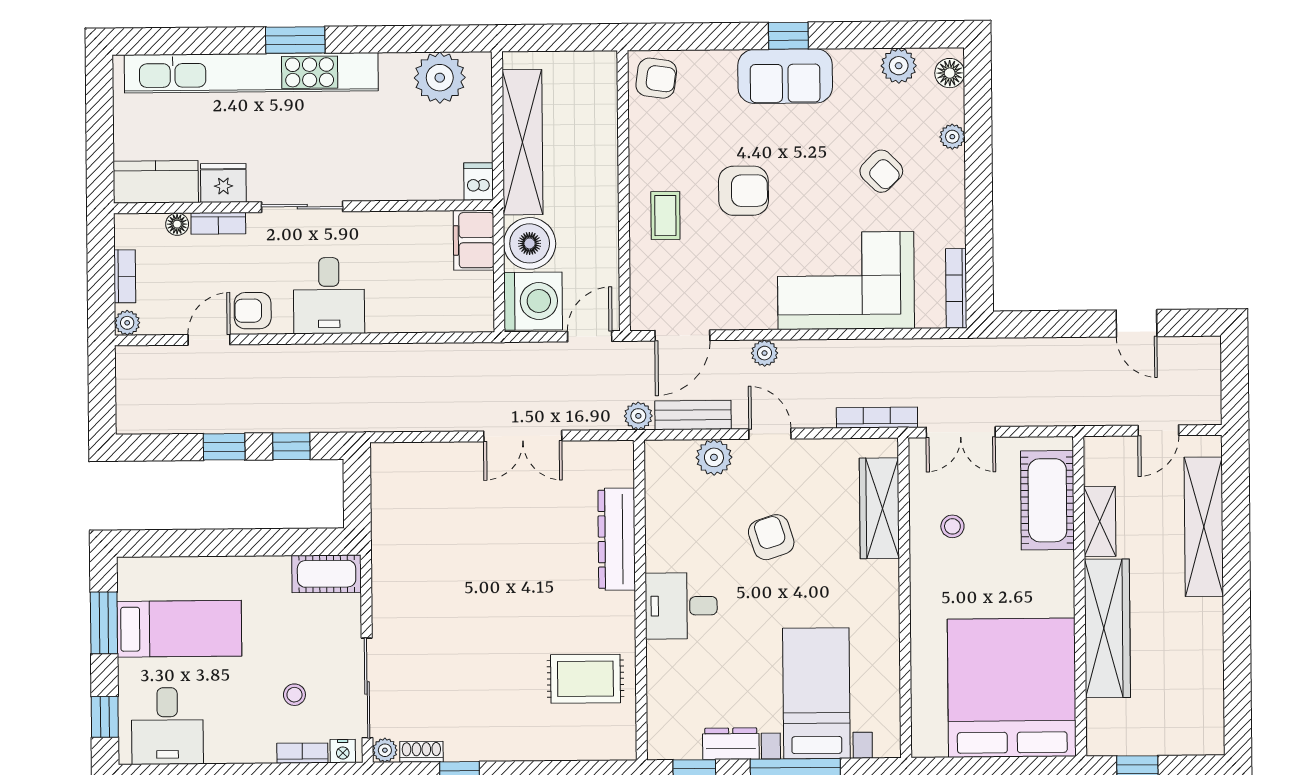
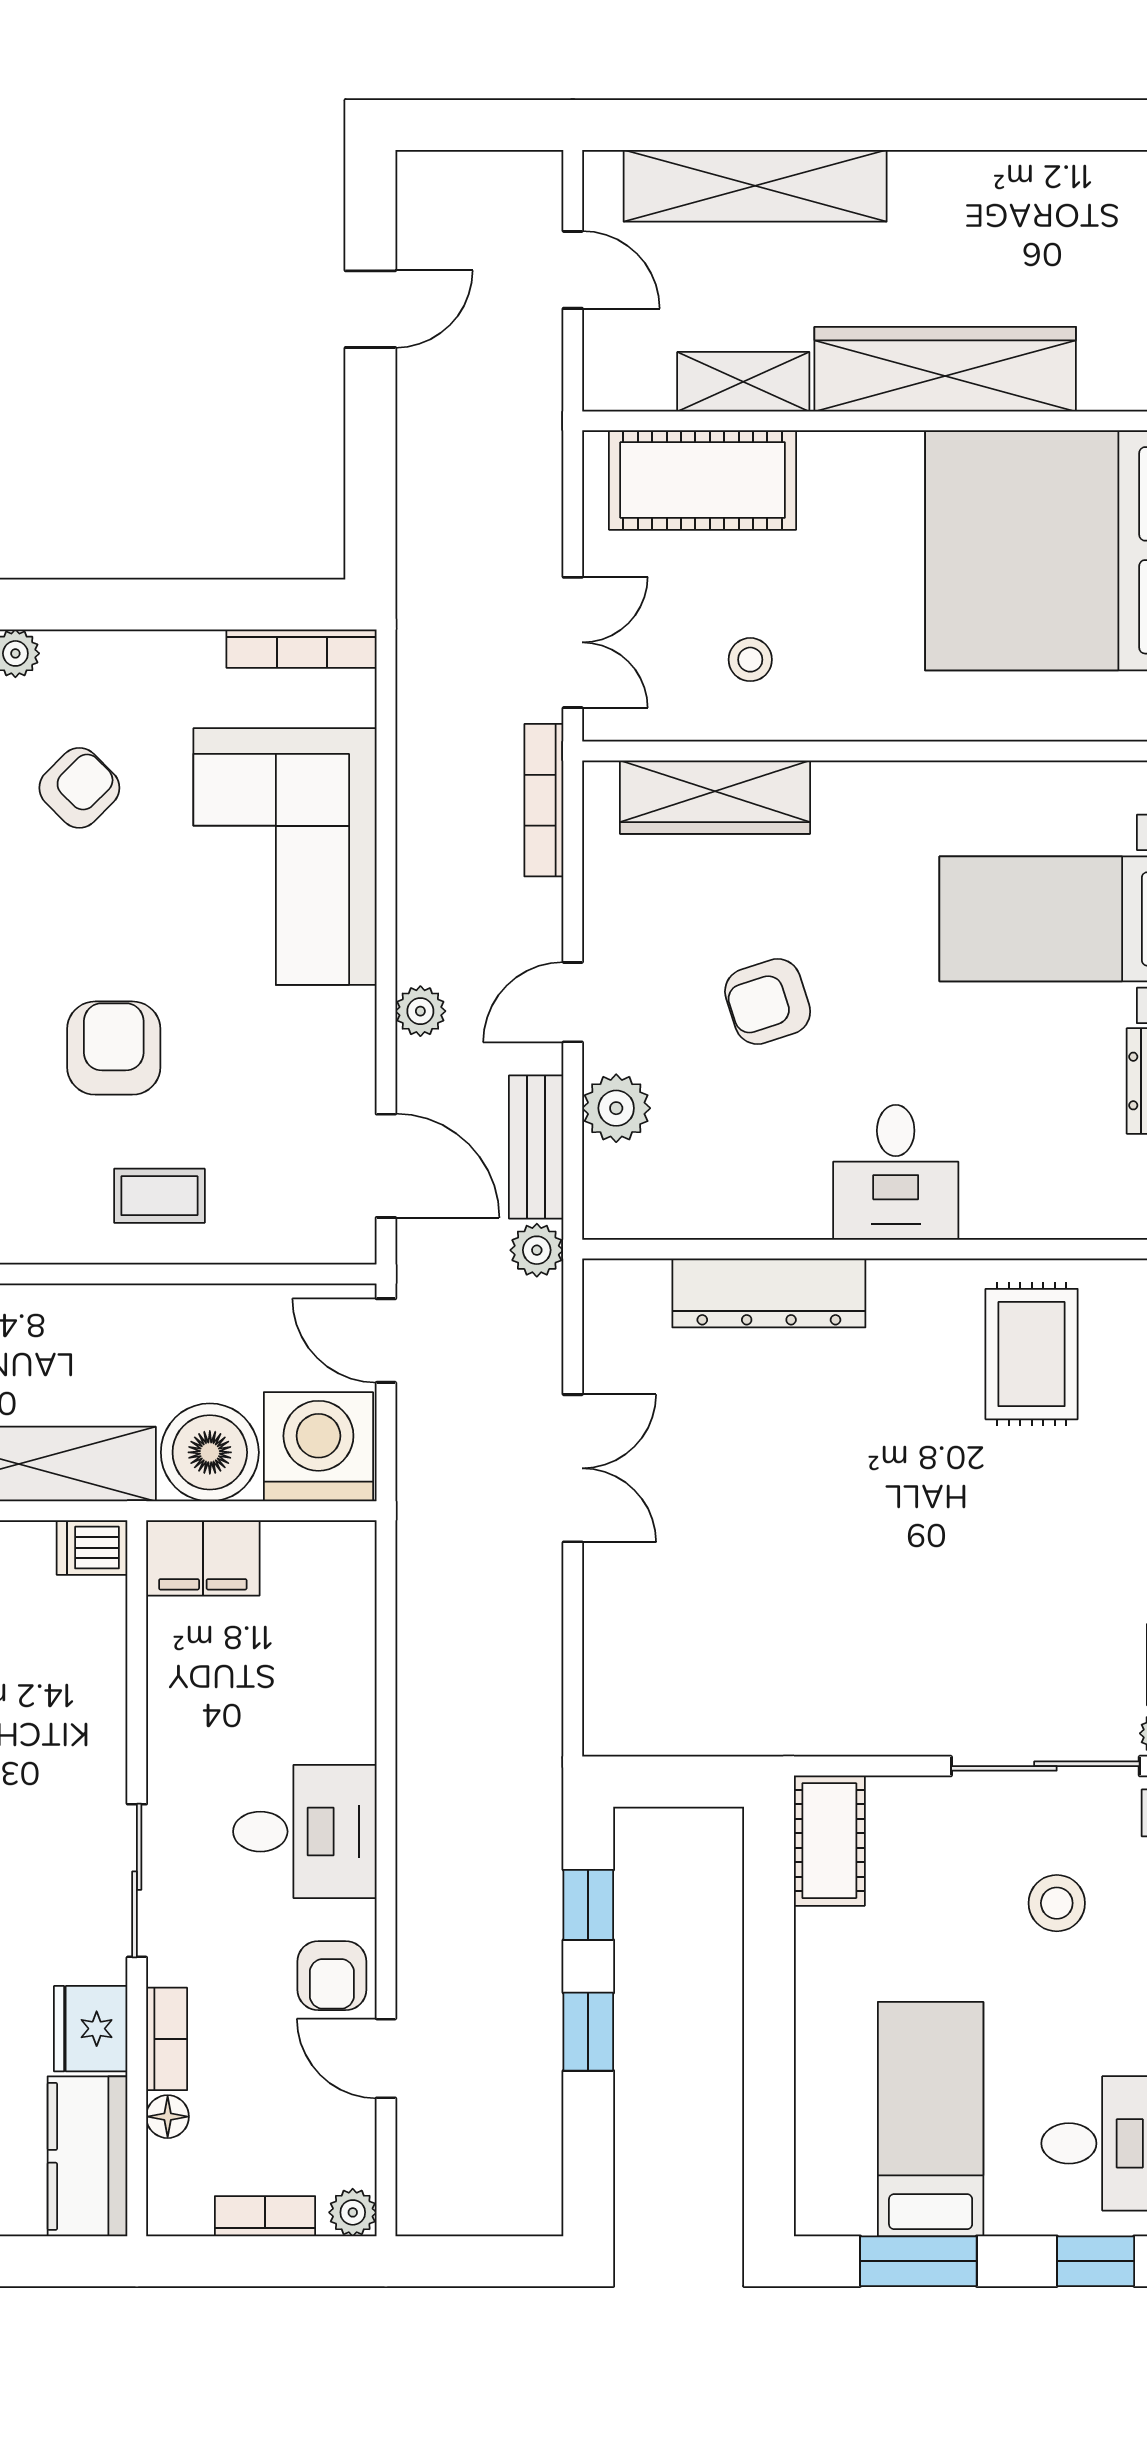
stool: (294, 695) -> (1057, 1903), width x1.37, depth x1.37

